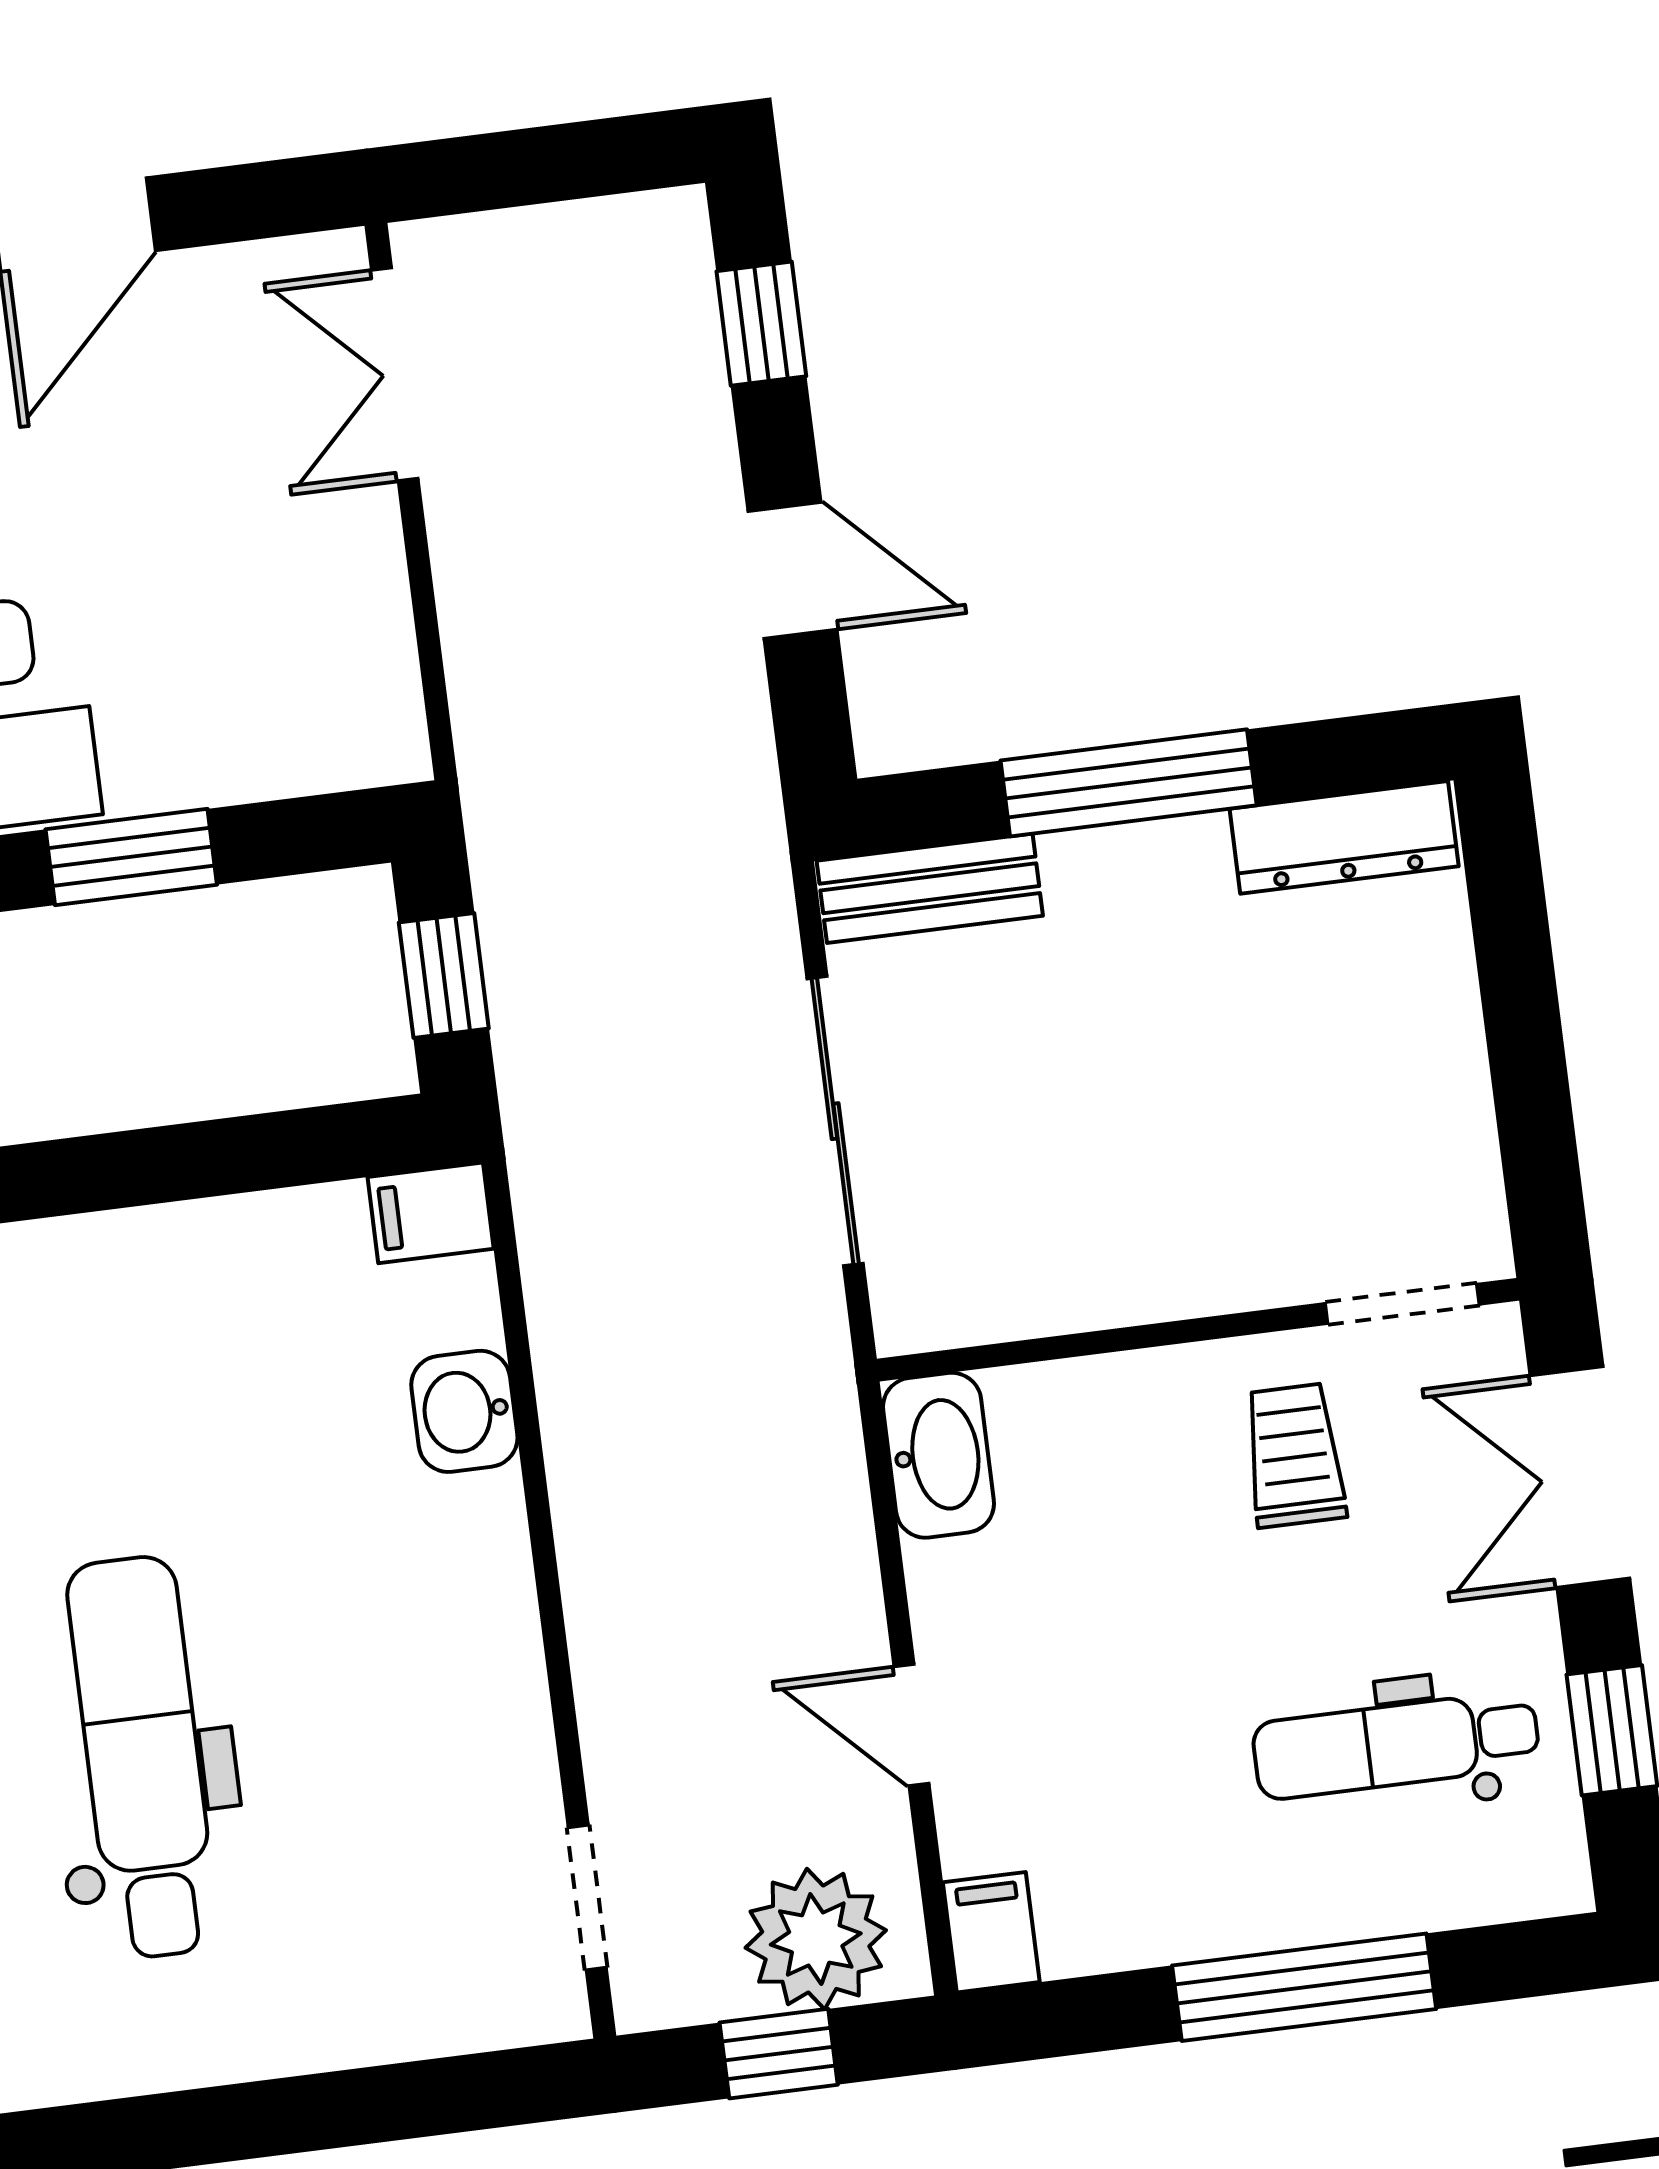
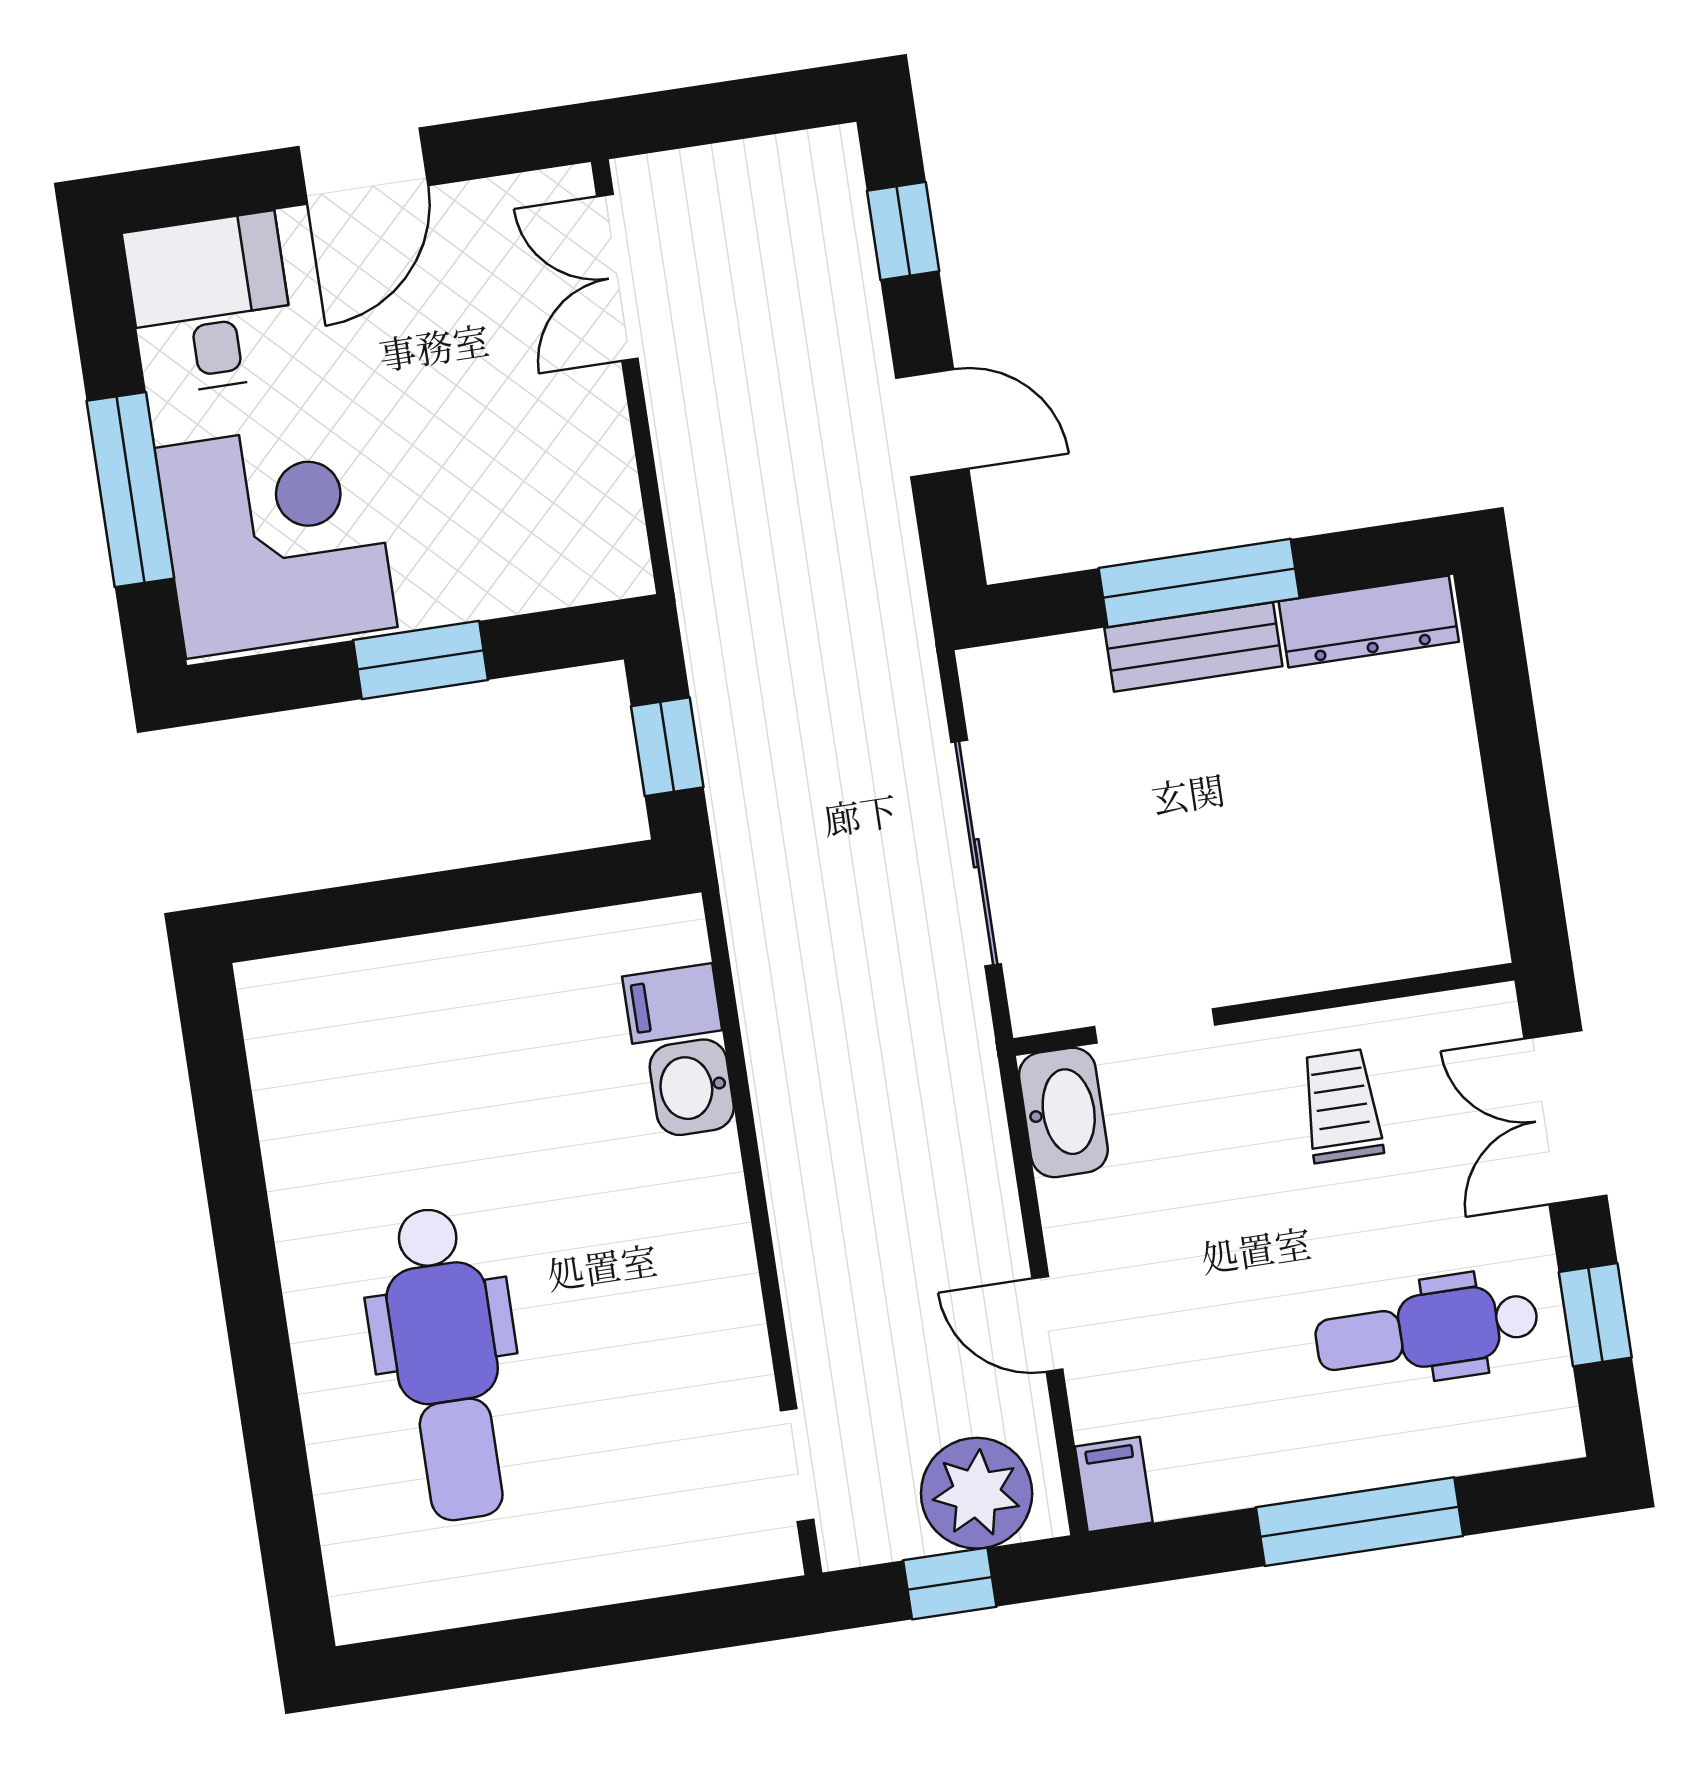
bench: (930, 888) -> (1193, 647), moved
filing cabinet: (431, 1213) -> (672, 1003), moved
doorway: (1402, 1304) -> (1155, 1026), moved
dental chair: (143, 1757) -> (447, 1364), turned 180

